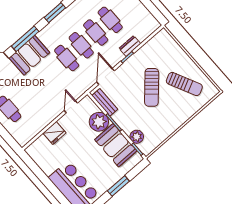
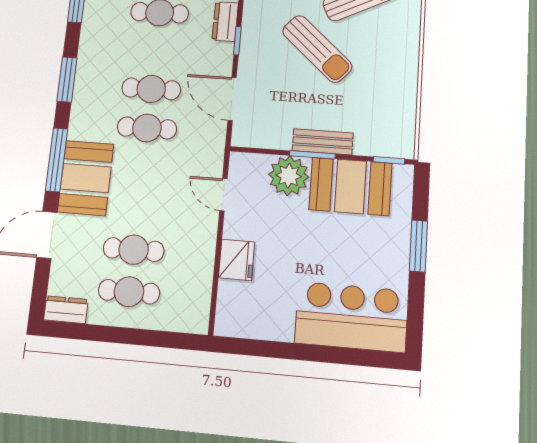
cafe table: (96, 33) -> (134, 250), moved
bench: (105, 102) -> (323, 142), moved
plant: (137, 137) -> (369, 142), removed

